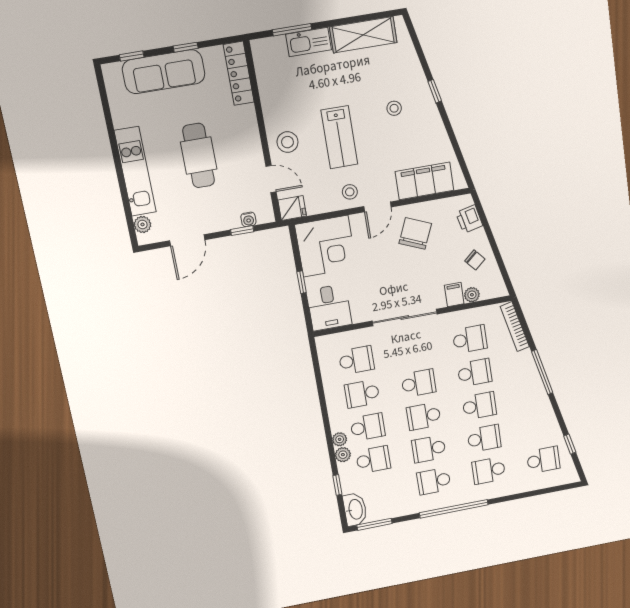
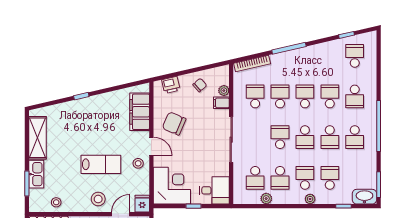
stool: (394, 108) -> (56, 202), moved
school desk: (356, 360) -> (255, 178), turned 180
plant: (343, 455) -> (266, 199), moved

